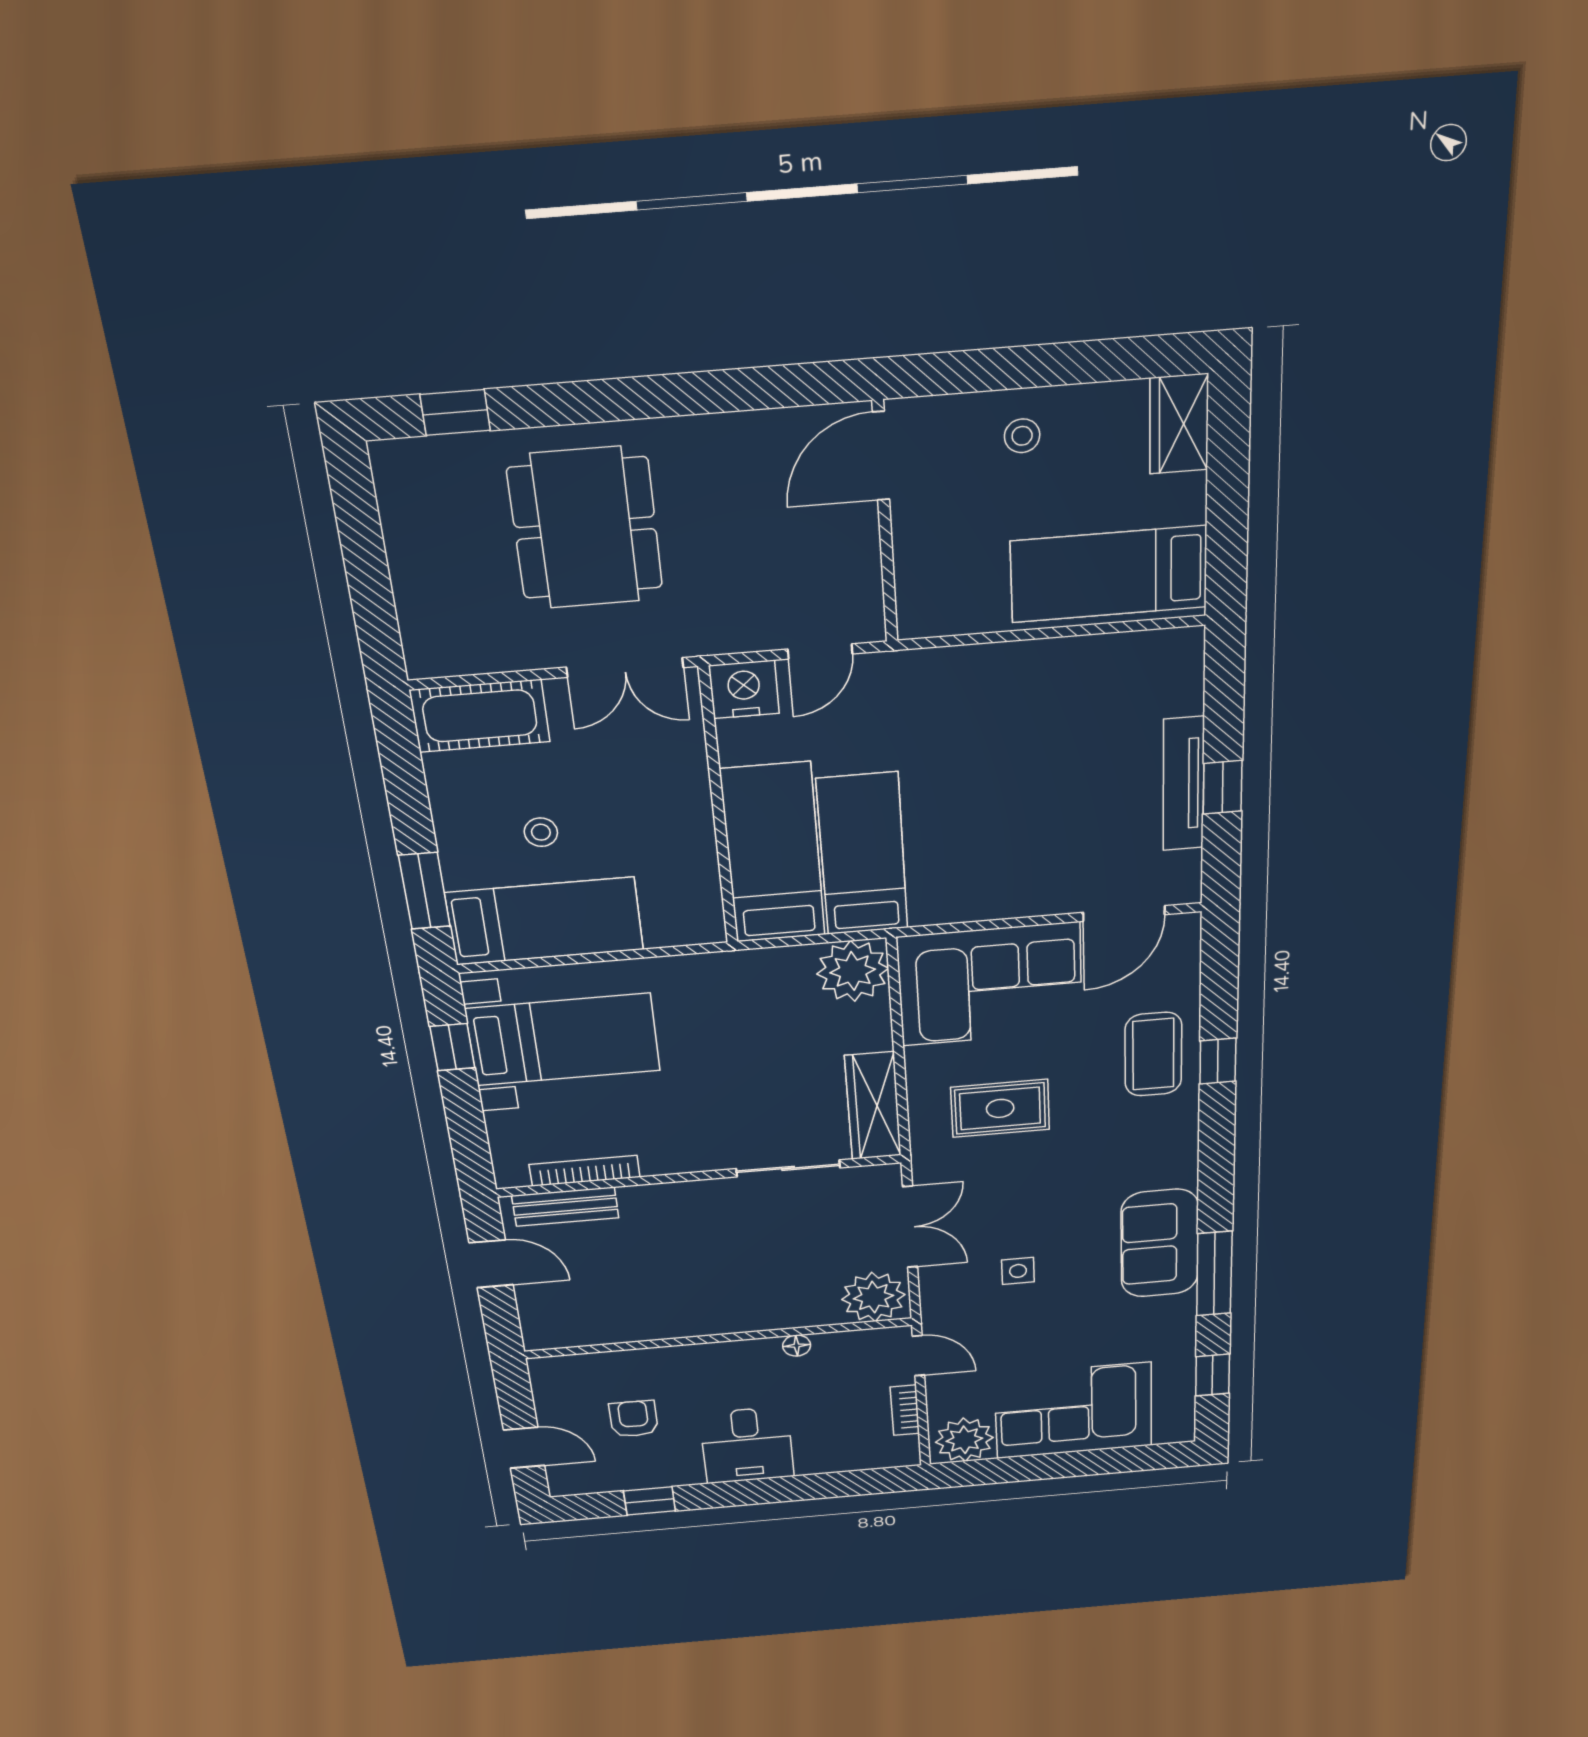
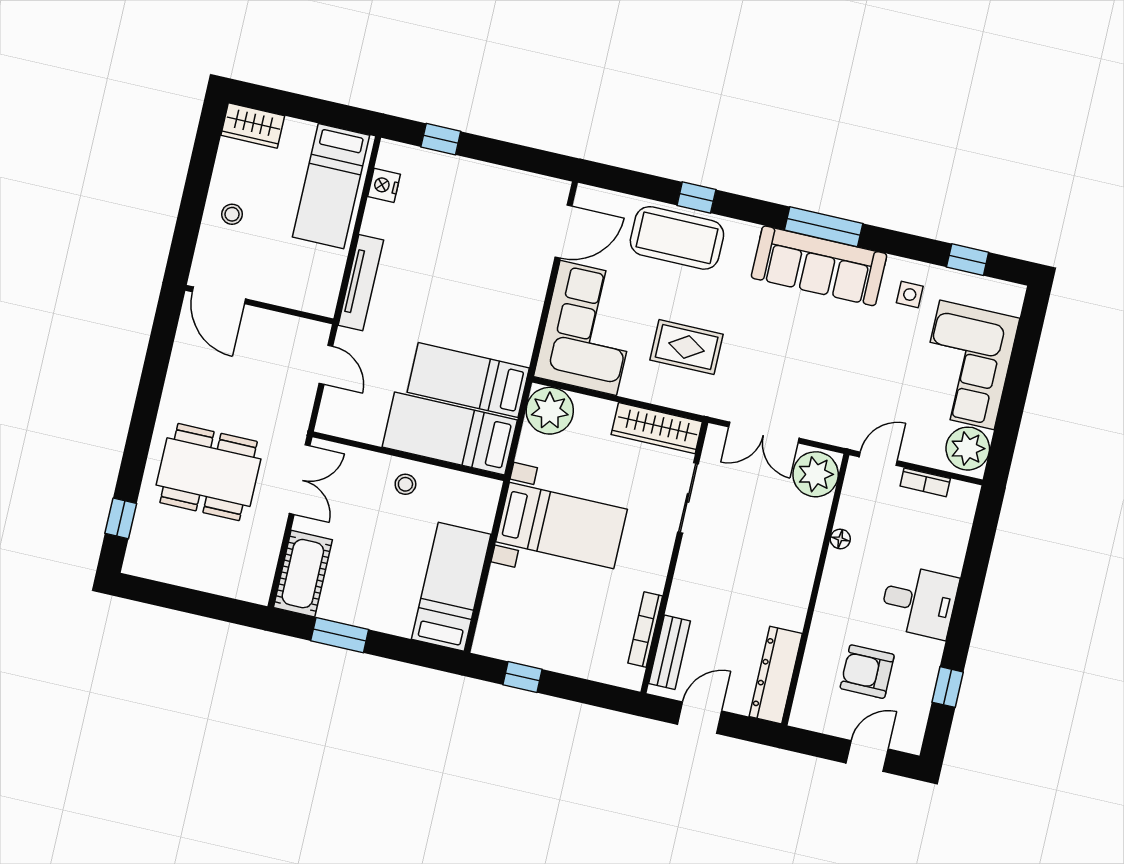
nightstand: (744, 689) -> (384, 185), moved, width x0.74, depth x0.75
tv unit: (1183, 784) -> (361, 283), moved, turned -90
window: (1223, 787) -> (441, 139), moved
stool: (541, 832) -> (405, 484), moved
window: (424, 891) -> (340, 635), moved
door: (1124, 913) -> (564, 232), hinge flipped
bed with nightstands: (563, 1040) -> (561, 526), moved, turned 90
coffee table: (1153, 1054) -> (677, 238), width x1.36, depth x1.32
rug: (1000, 1108) -> (687, 347), turned 90
double door: (910, 1227) -> (764, 433), swing flipped
sofa: (1160, 1243) -> (819, 266), width x1.36
side table: (1018, 1271) -> (910, 295), moved
window: (1214, 1274) -> (824, 227), moved
dresser: (586, 1328) -> (776, 675), added
armchair: (634, 1419) -> (867, 672), width x1.38, depth x1.38

